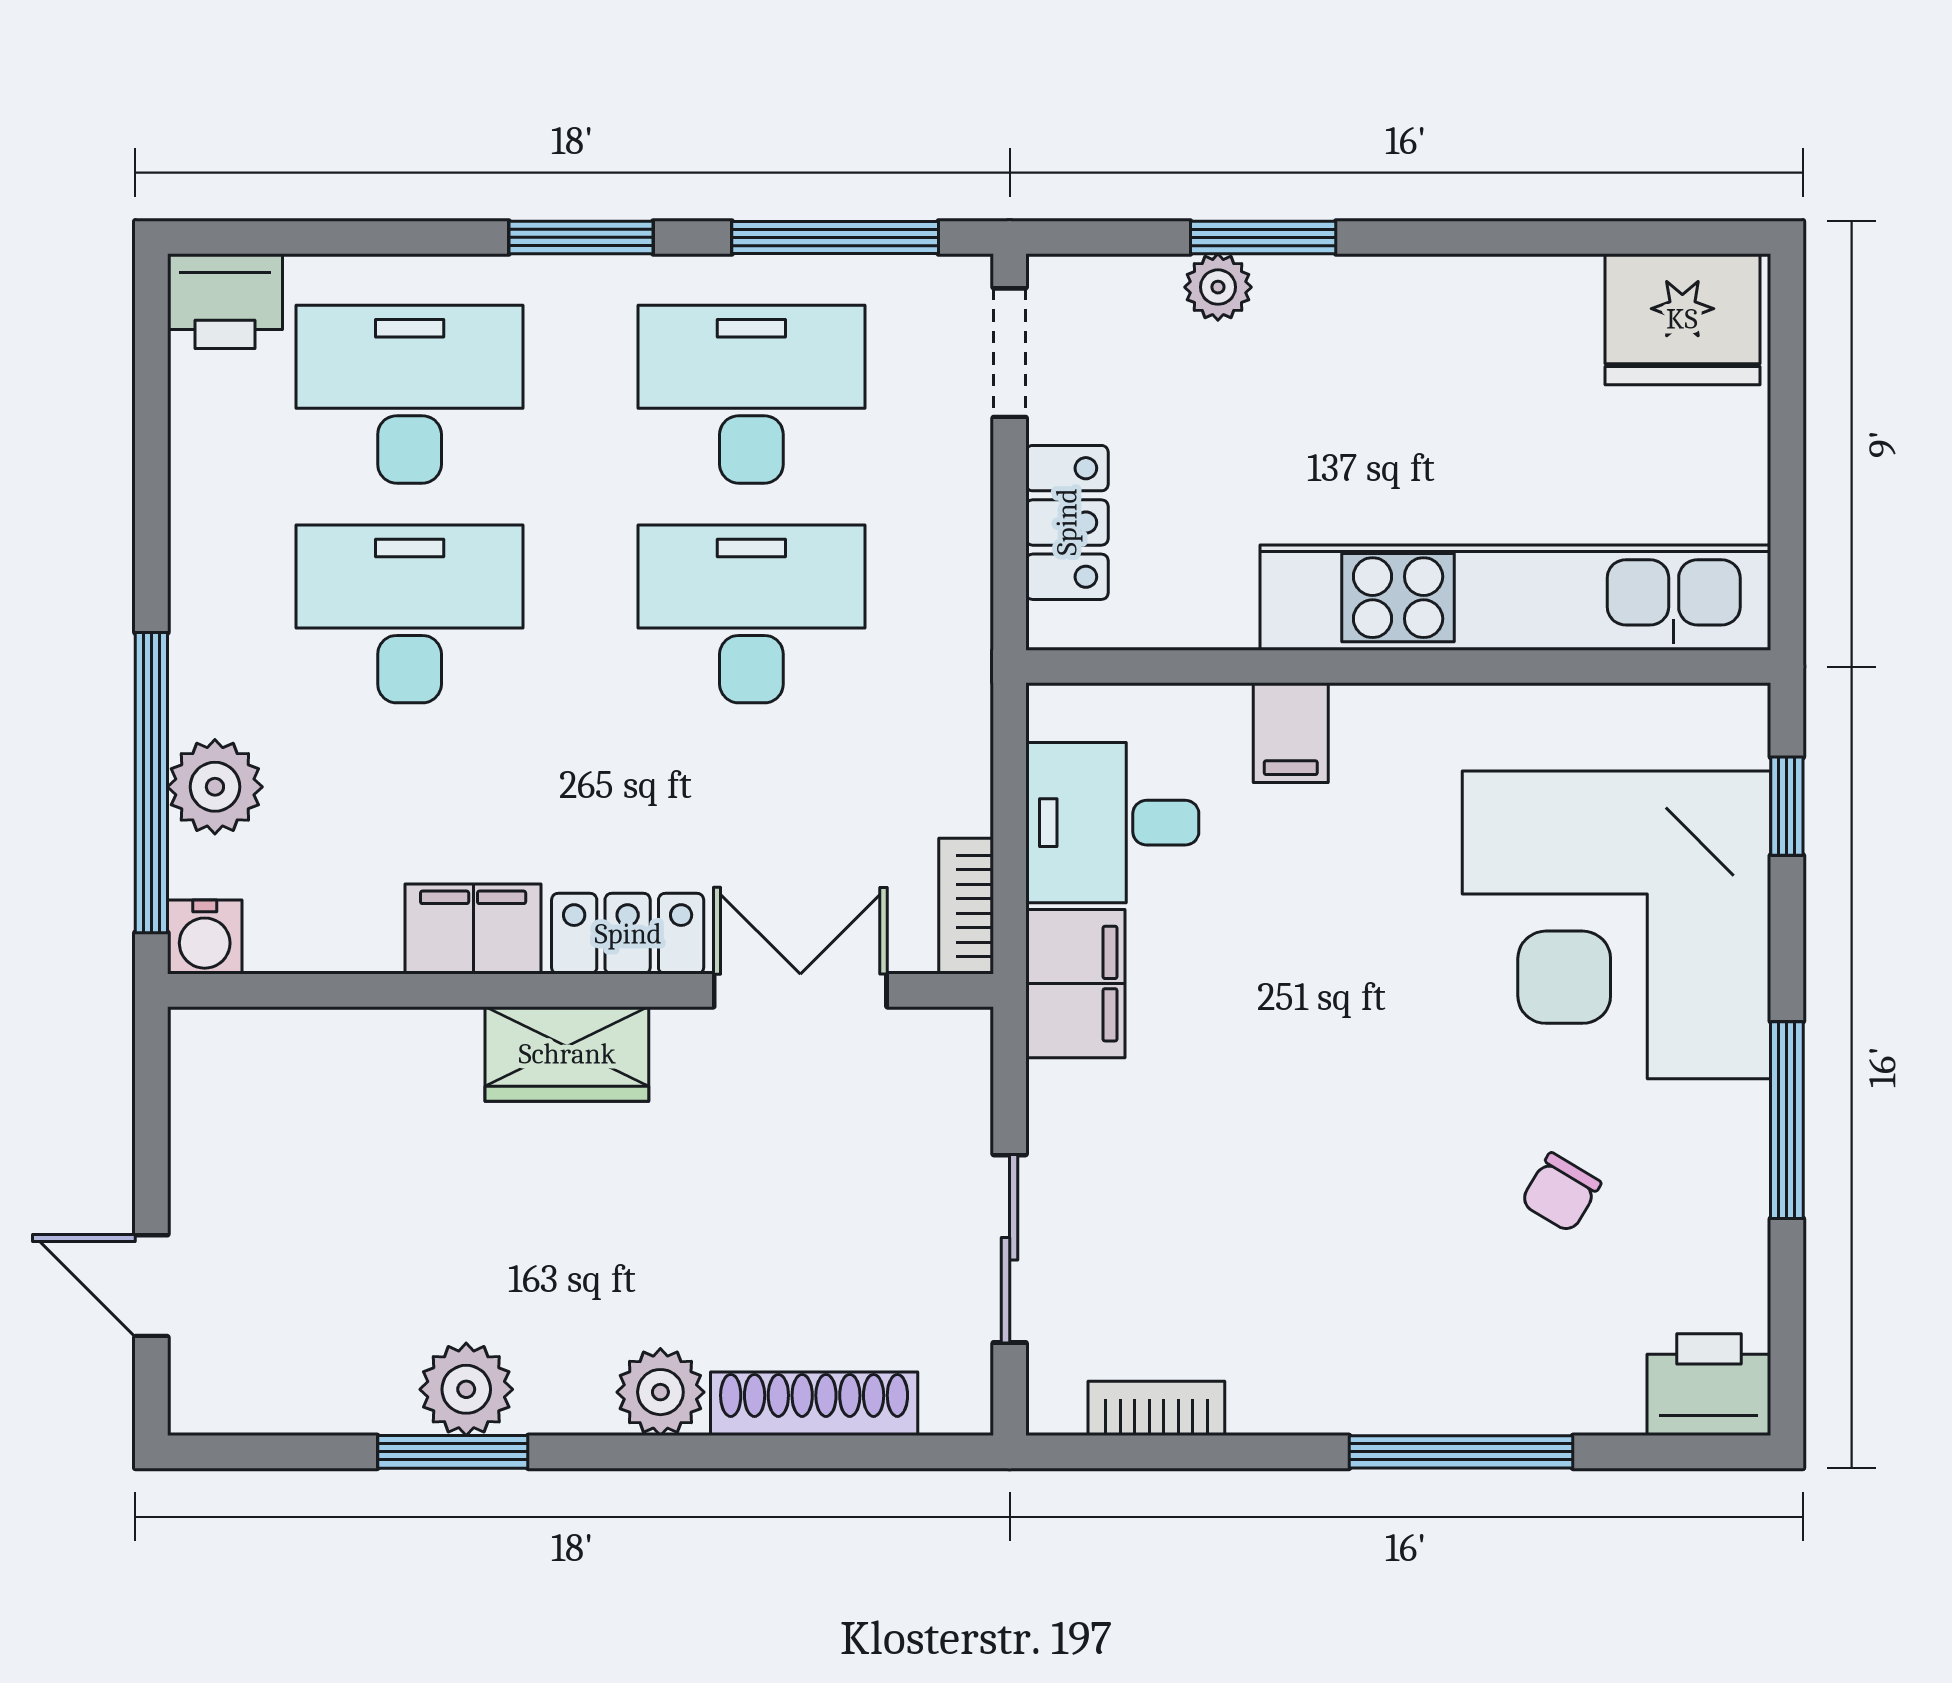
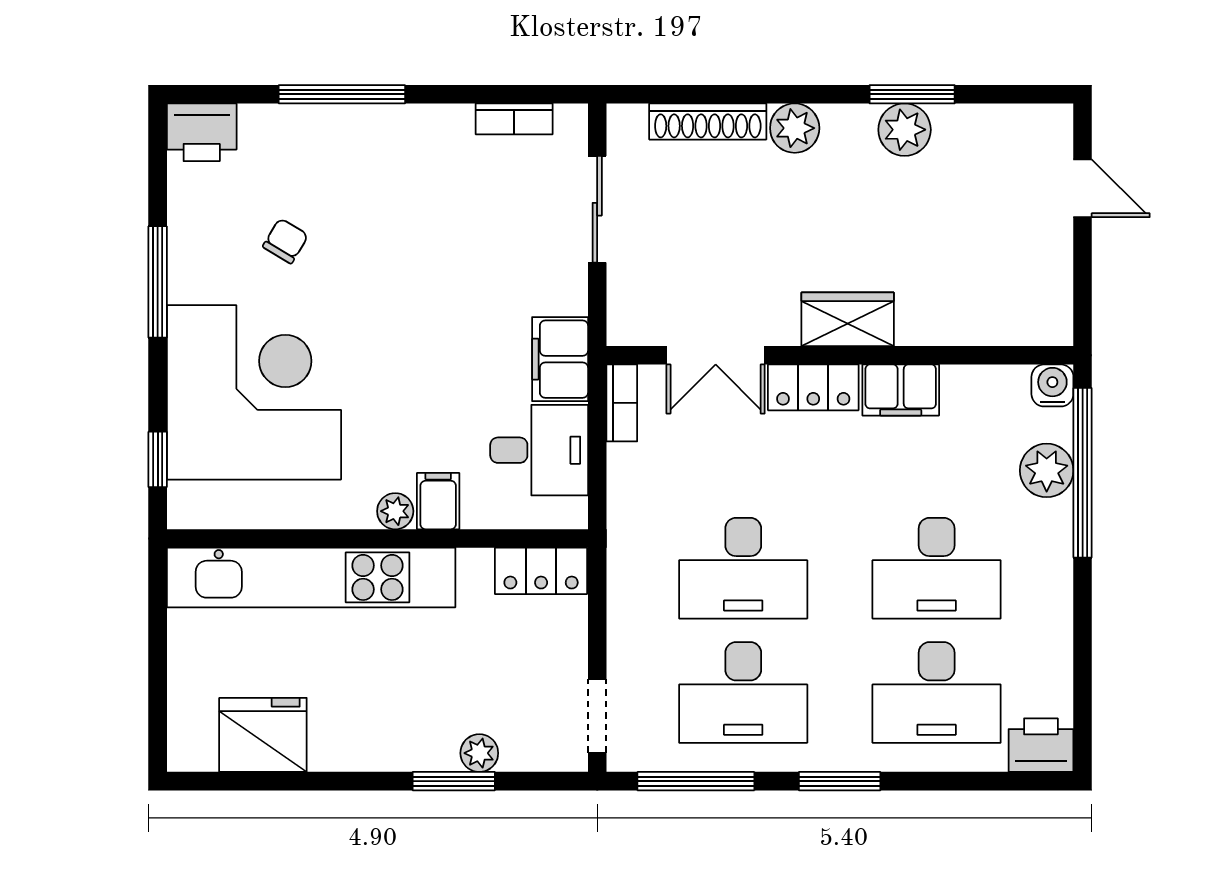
fridge: (1682, 319) -> (263, 735), moved
locker: (1067, 522) -> (541, 571), moved, turned -90
plant: (1367, 715) -> (395, 511), added

